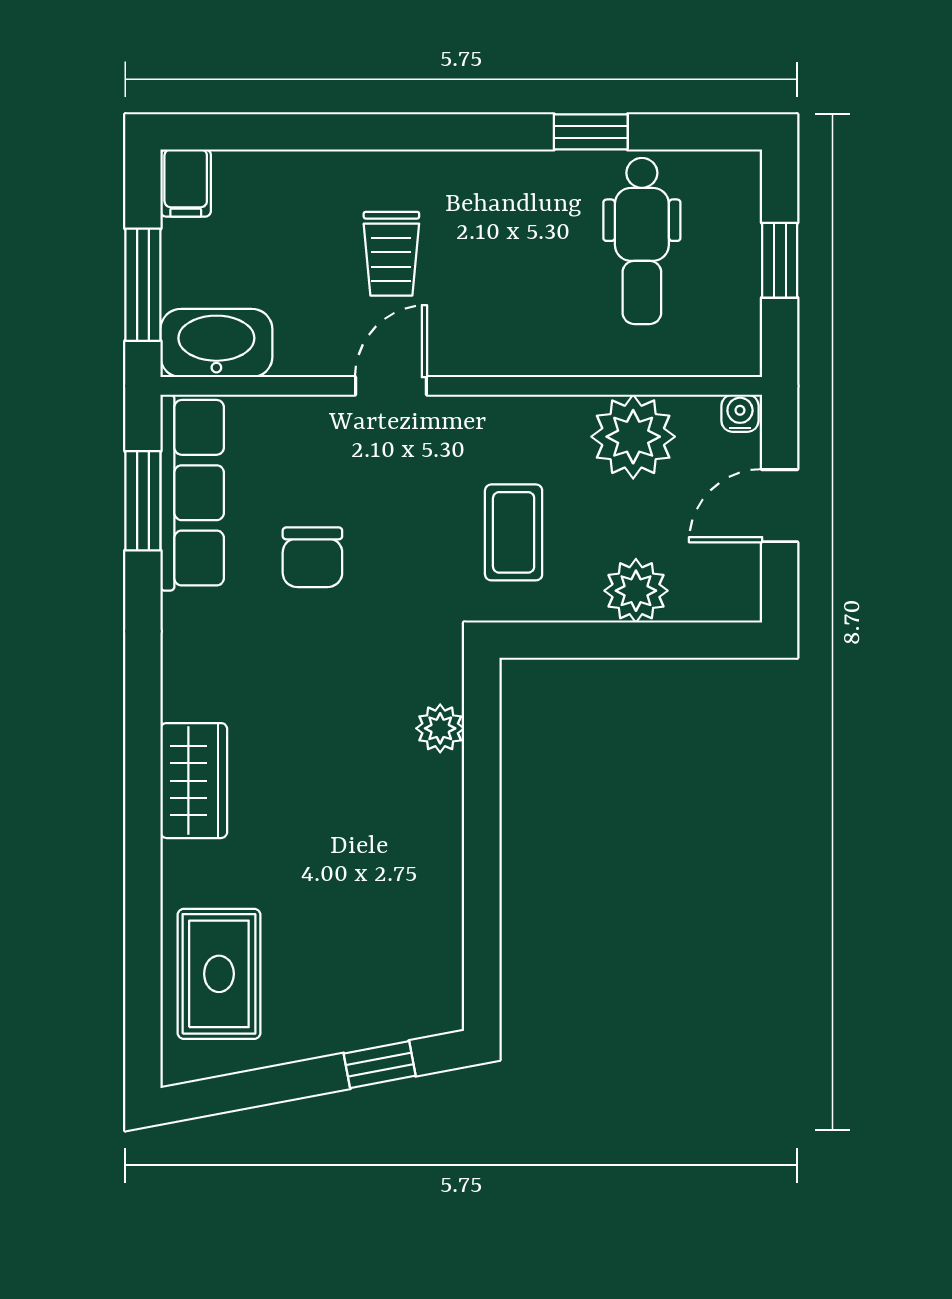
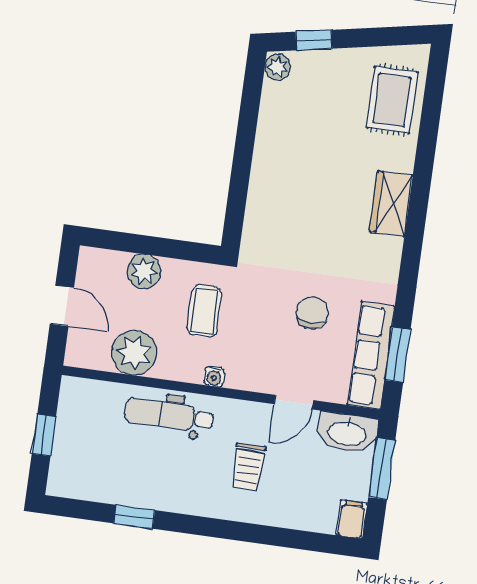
dental chair: (642, 241) -> (169, 415), moved, turned -90
trolley: (391, 254) -> (248, 467), turned 180
door: (391, 386) -> (294, 402), moved
water cooler: (740, 413) -> (214, 376), moved
door: (780, 506) -> (62, 306), hinge flipped
plant: (440, 728) -> (278, 67), moved

